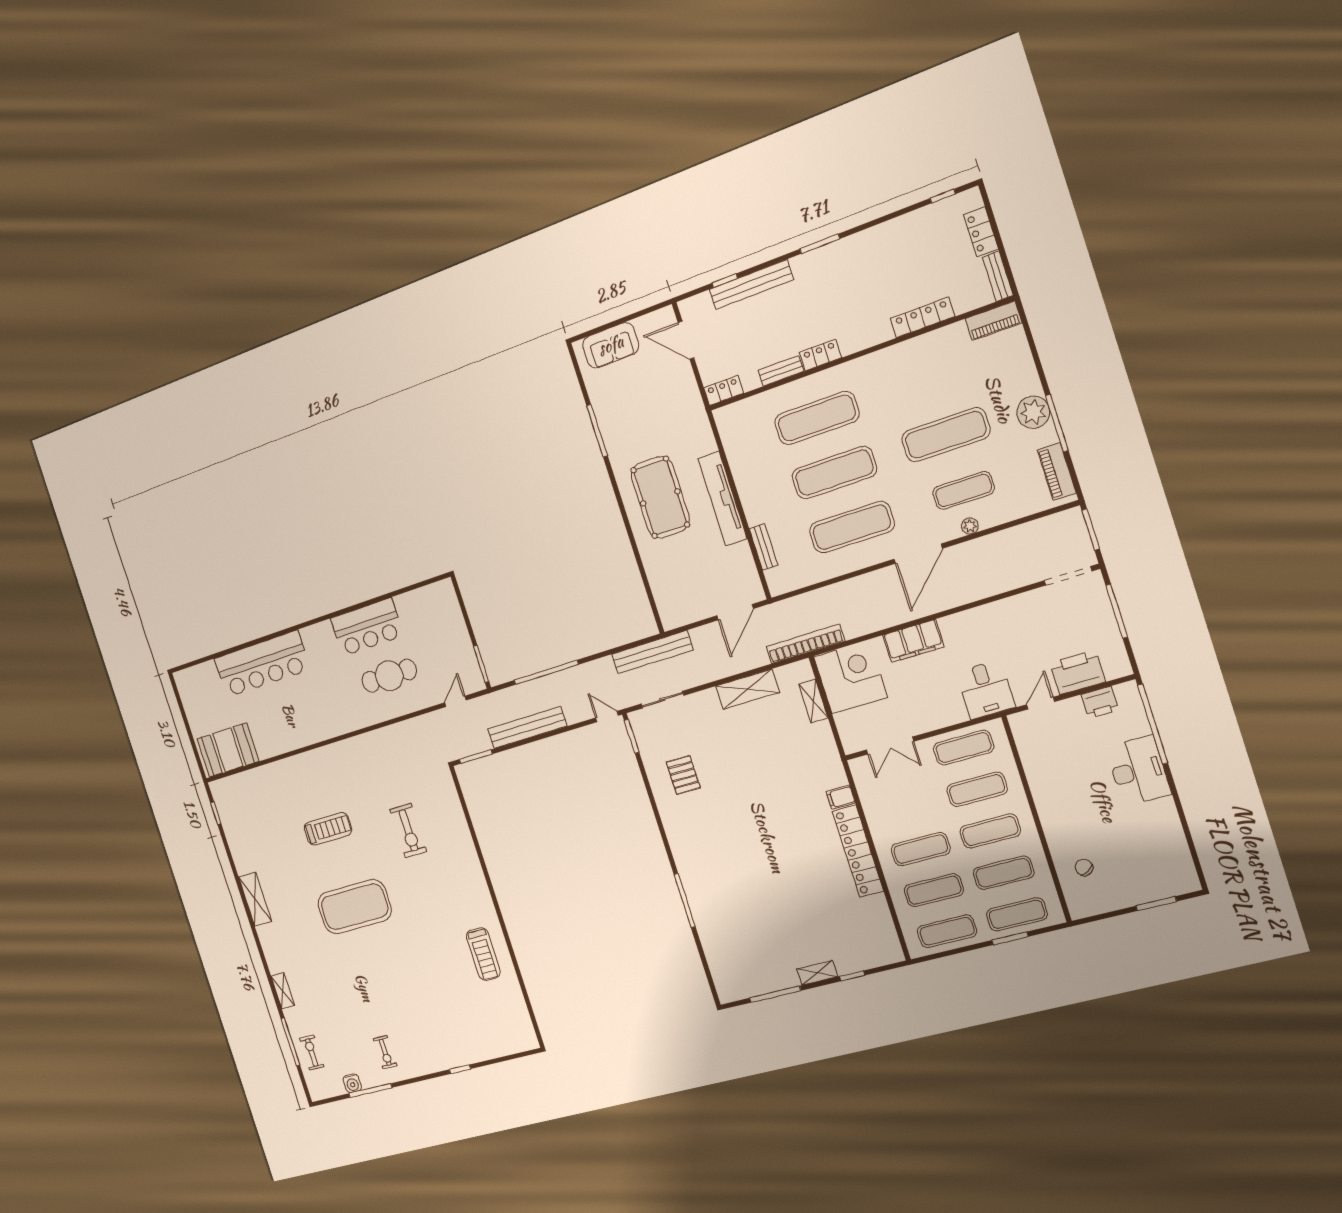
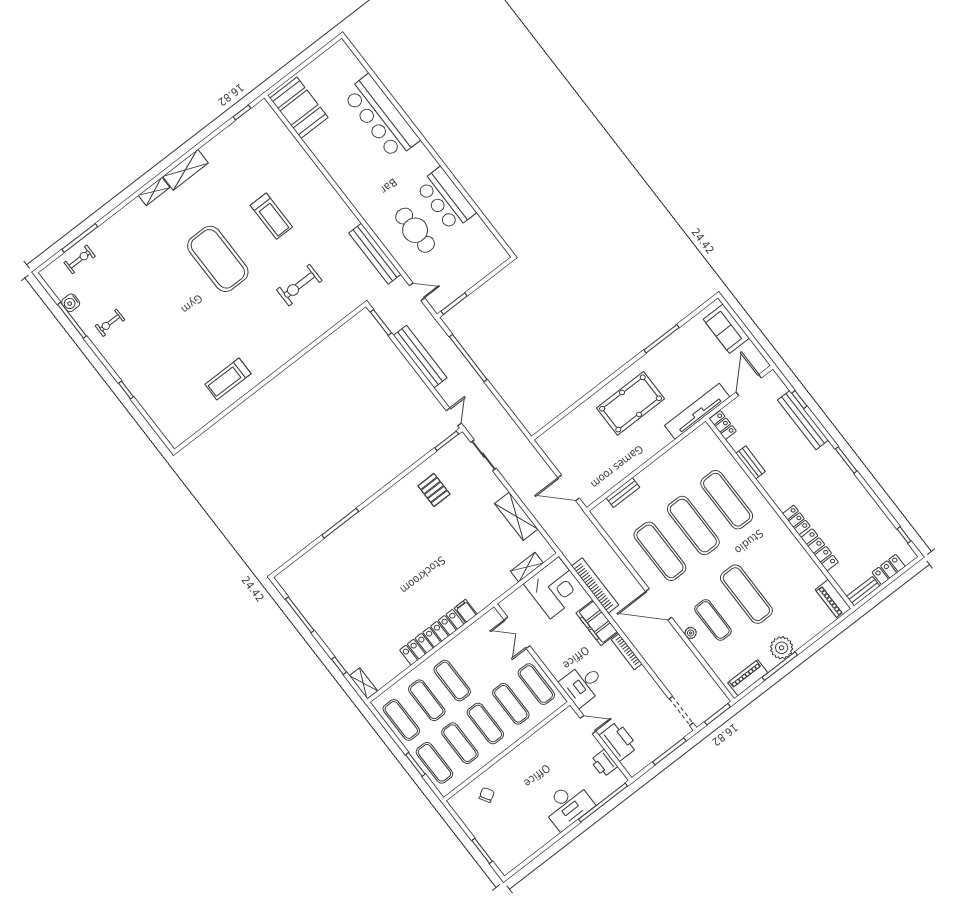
locker: (820, 355) -> (796, 520), moved
tv unit: (723, 499) -> (697, 411), moved
bookcase: (964, 617) -> (627, 652), added
bookcase: (805, 644) -> (595, 586), moved
bench: (652, 652) -> (375, 254), moved
pallet: (683, 775) -> (434, 490), turned 90
shelving: (817, 973) -> (363, 683), moved
shelving: (283, 991) -> (154, 191), moved

